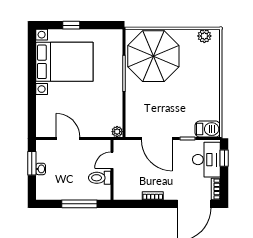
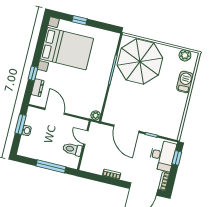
window: (32, 100) -> (33, 73), added
dresser: (42, 116) -> (38, 88), added
barbecue: (208, 129) -> (185, 82), moved, turned -90
door: (112, 160) -> (86, 137), hinge flipped

